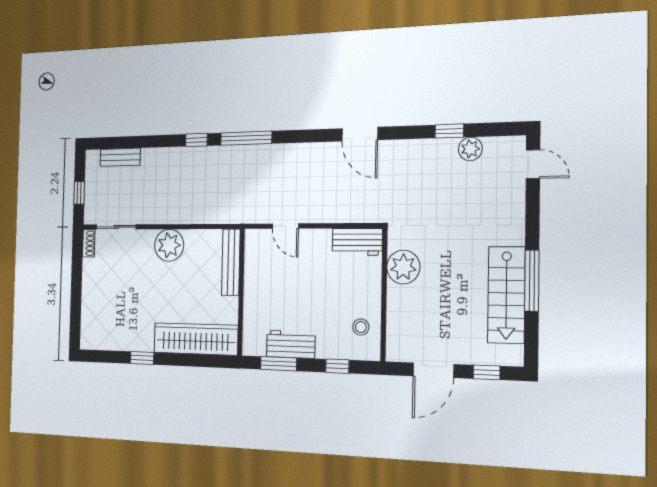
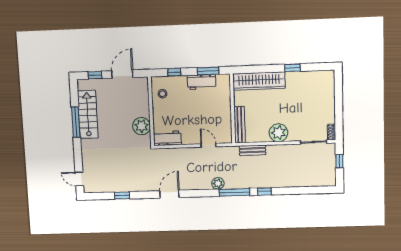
door: (360, 134) -> (169, 194), hinge flipped
plant: (470, 149) -> (218, 183), moved
bench: (120, 157) -> (253, 150), moved

